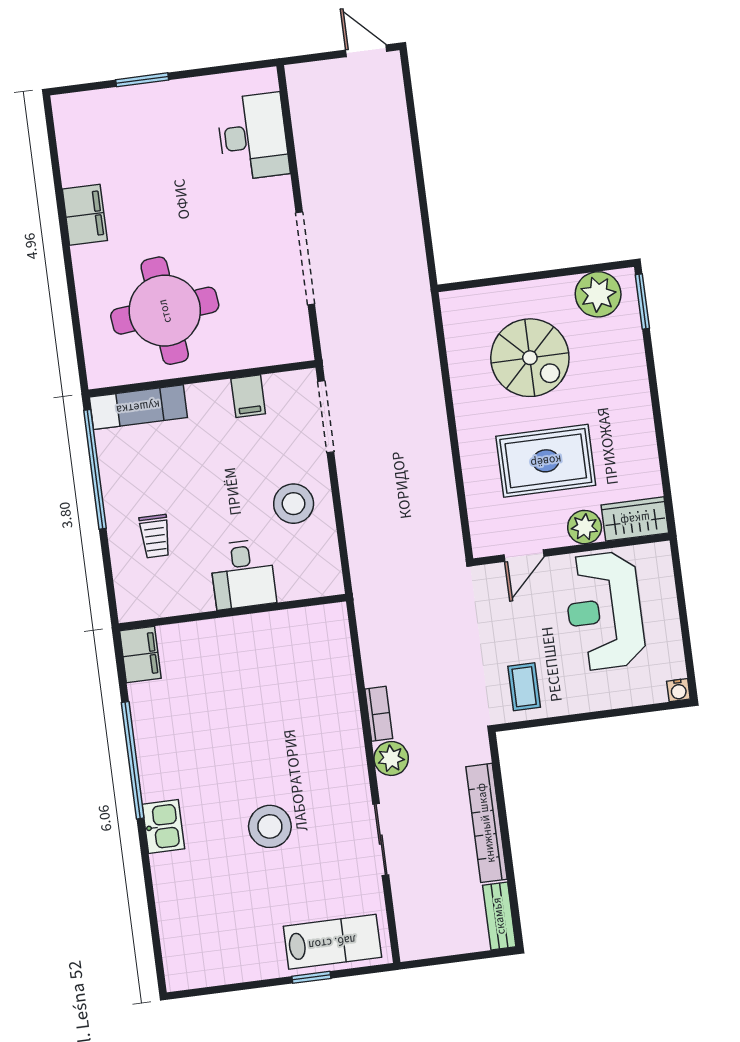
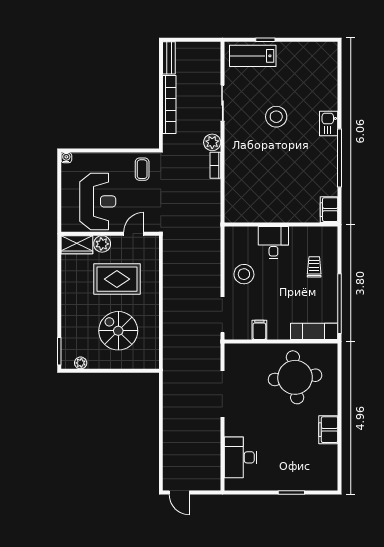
plant: (598, 294) -> (81, 363), width x0.53, depth x0.53

